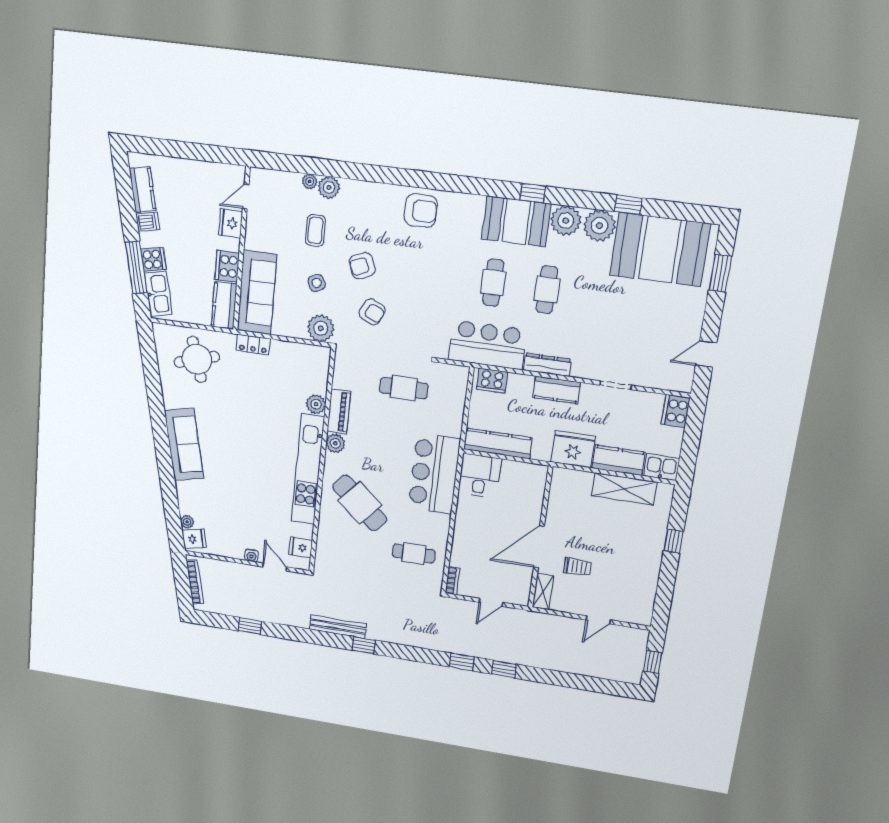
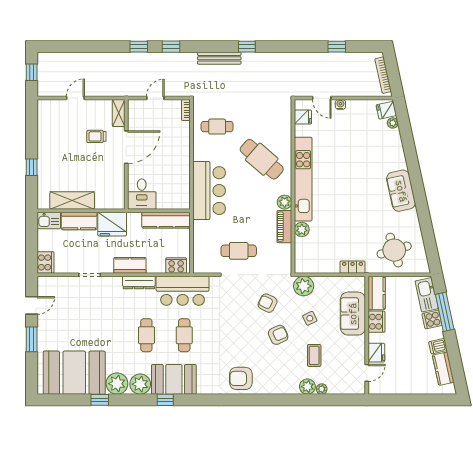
window: (720, 273) -> (32, 339), moved
sofa: (257, 292) -> (353, 314), width x0.73
sofa: (184, 445) -> (401, 191), width x0.73
desk: (480, 476) -> (142, 194), moved
bench: (338, 627) -> (219, 58), moved

